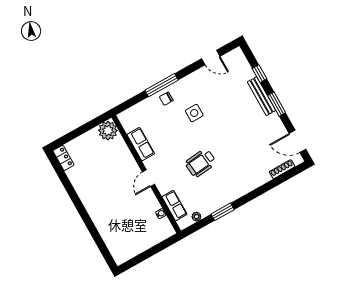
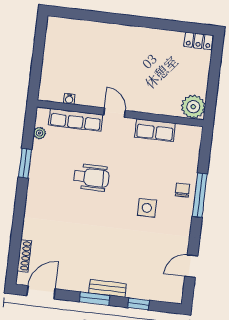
bench: (262, 96) -> (107, 288), width x0.73
wheelchair: (201, 163) -> (91, 177), turned 96
row of seats: (174, 206) -> (76, 120), width x1.48

